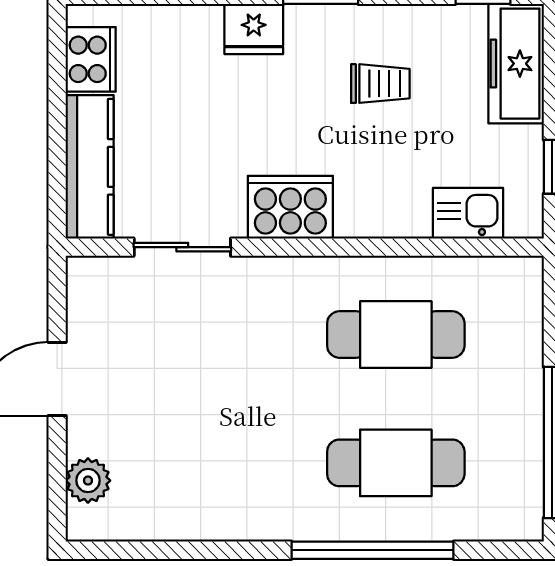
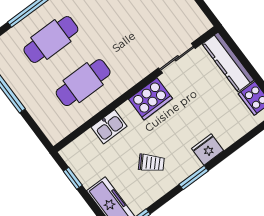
trolley: (380, 84) -> (151, 163), turned -137
kitchen sink: (468, 213) -> (109, 127), moved

